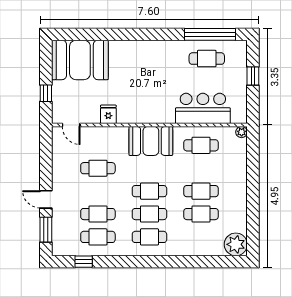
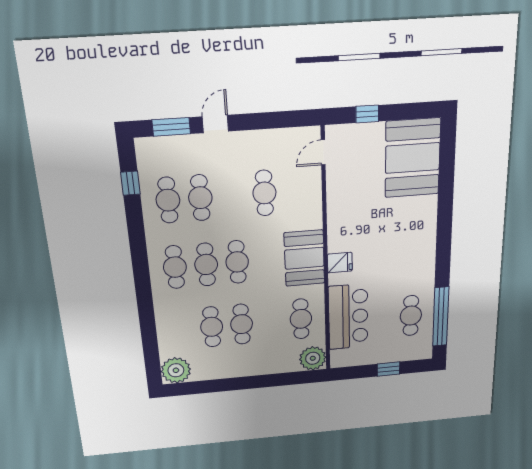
fridge: (108, 114) -> (340, 263), moved
plant: (242, 132) -> (313, 358), width x1.88, depth x1.88

